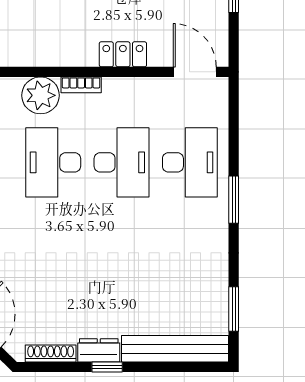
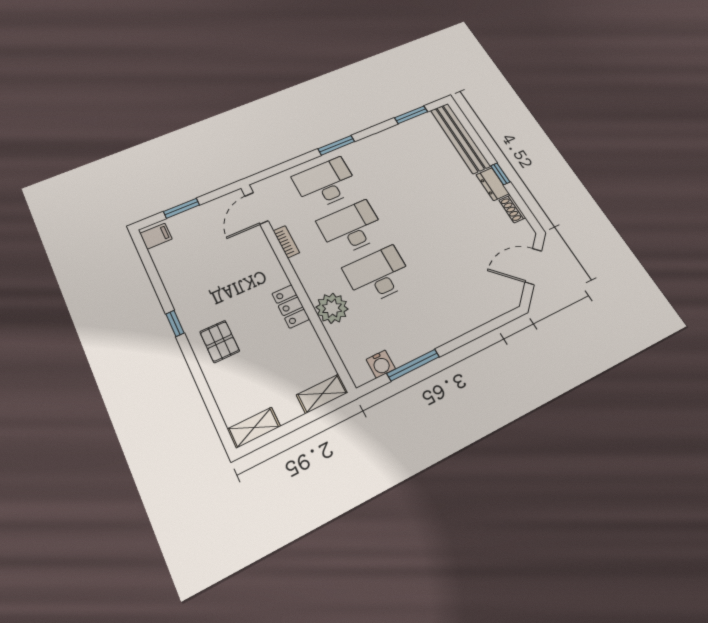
locker: (123, 54) -> (291, 306), moved
bookcase: (81, 85) -> (286, 242), moved
desk: (53, 162) -> (378, 275), turned 180
shoe rack: (51, 353) -> (512, 209), width x0.70

